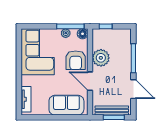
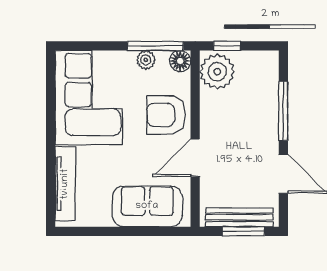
plant: (101, 58) -> (217, 72), moved
armchair: (76, 60) -> (166, 115), turned 90
door: (90, 81) -> (195, 158), hinge flipped
tv unit: (26, 99) -> (65, 184), width x1.41

